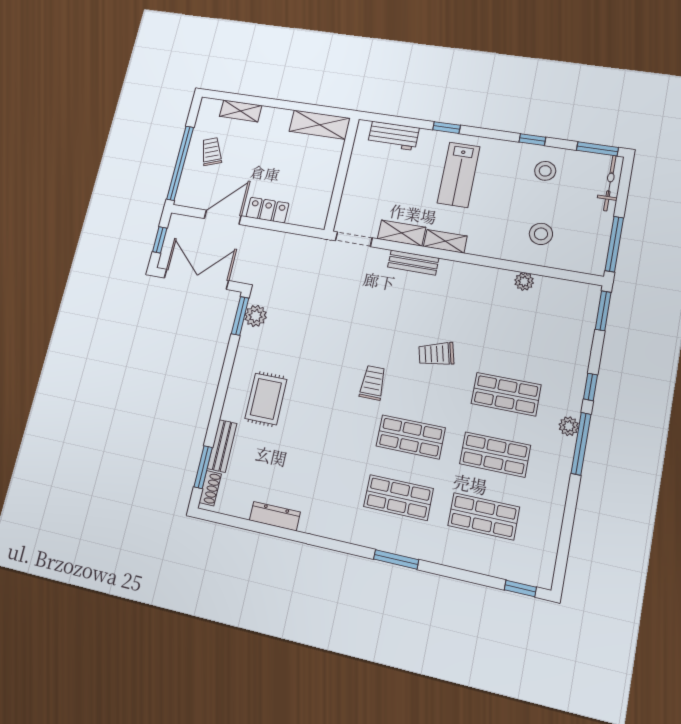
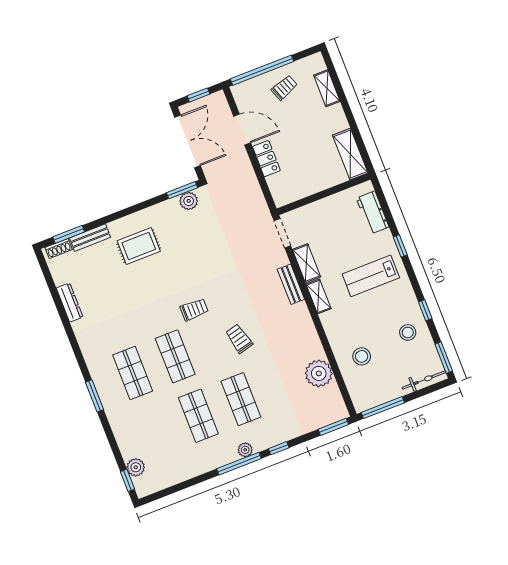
plant: (524, 281) -> (319, 373), width x1.88, depth x1.88
shop shelf: (484, 516) -> (156, 432), removed
plant: (511, 568) -> (136, 467), added

